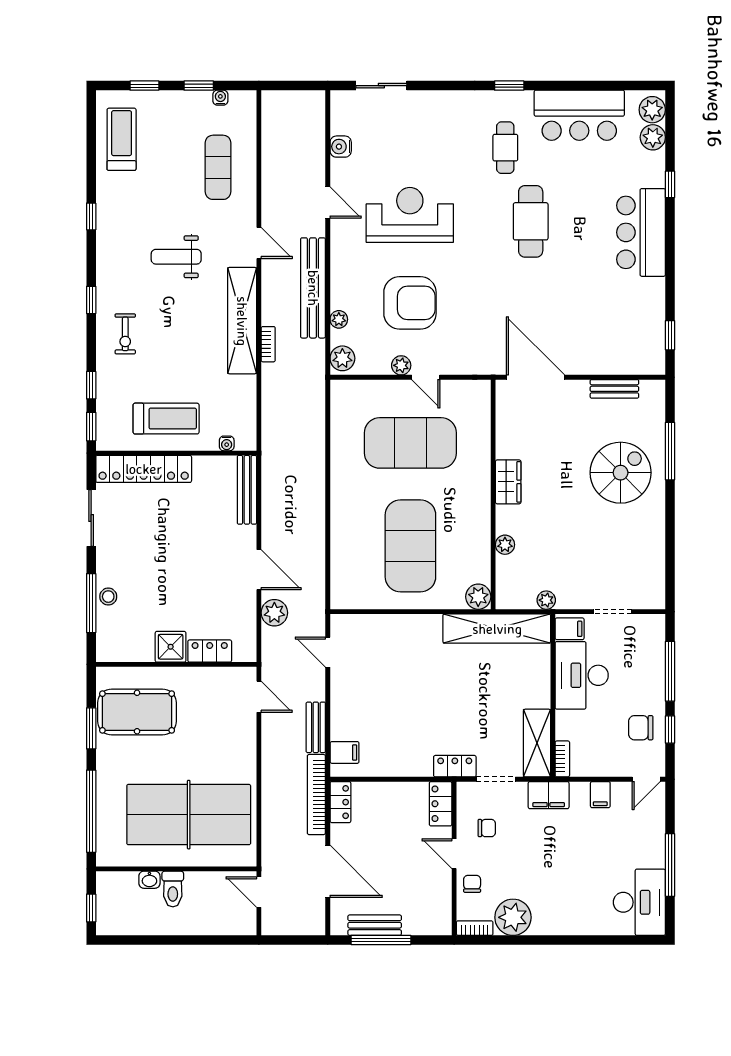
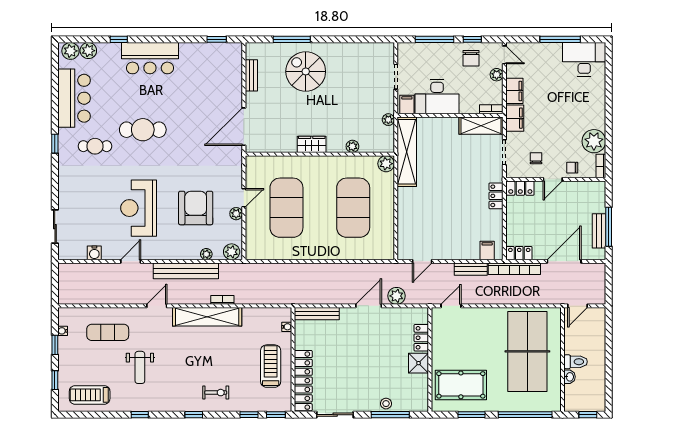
weight bench: (176, 257) -> (140, 367), moved
exercise mat: (410, 546) -> (353, 208), turned 90
pool table: (137, 712) -> (461, 385), turned 90
locker: (455, 766) -> (496, 196), moved
plant: (616, 767) -> (497, 75), added
filing cabinet: (600, 795) -> (514, 91), width x2.00

